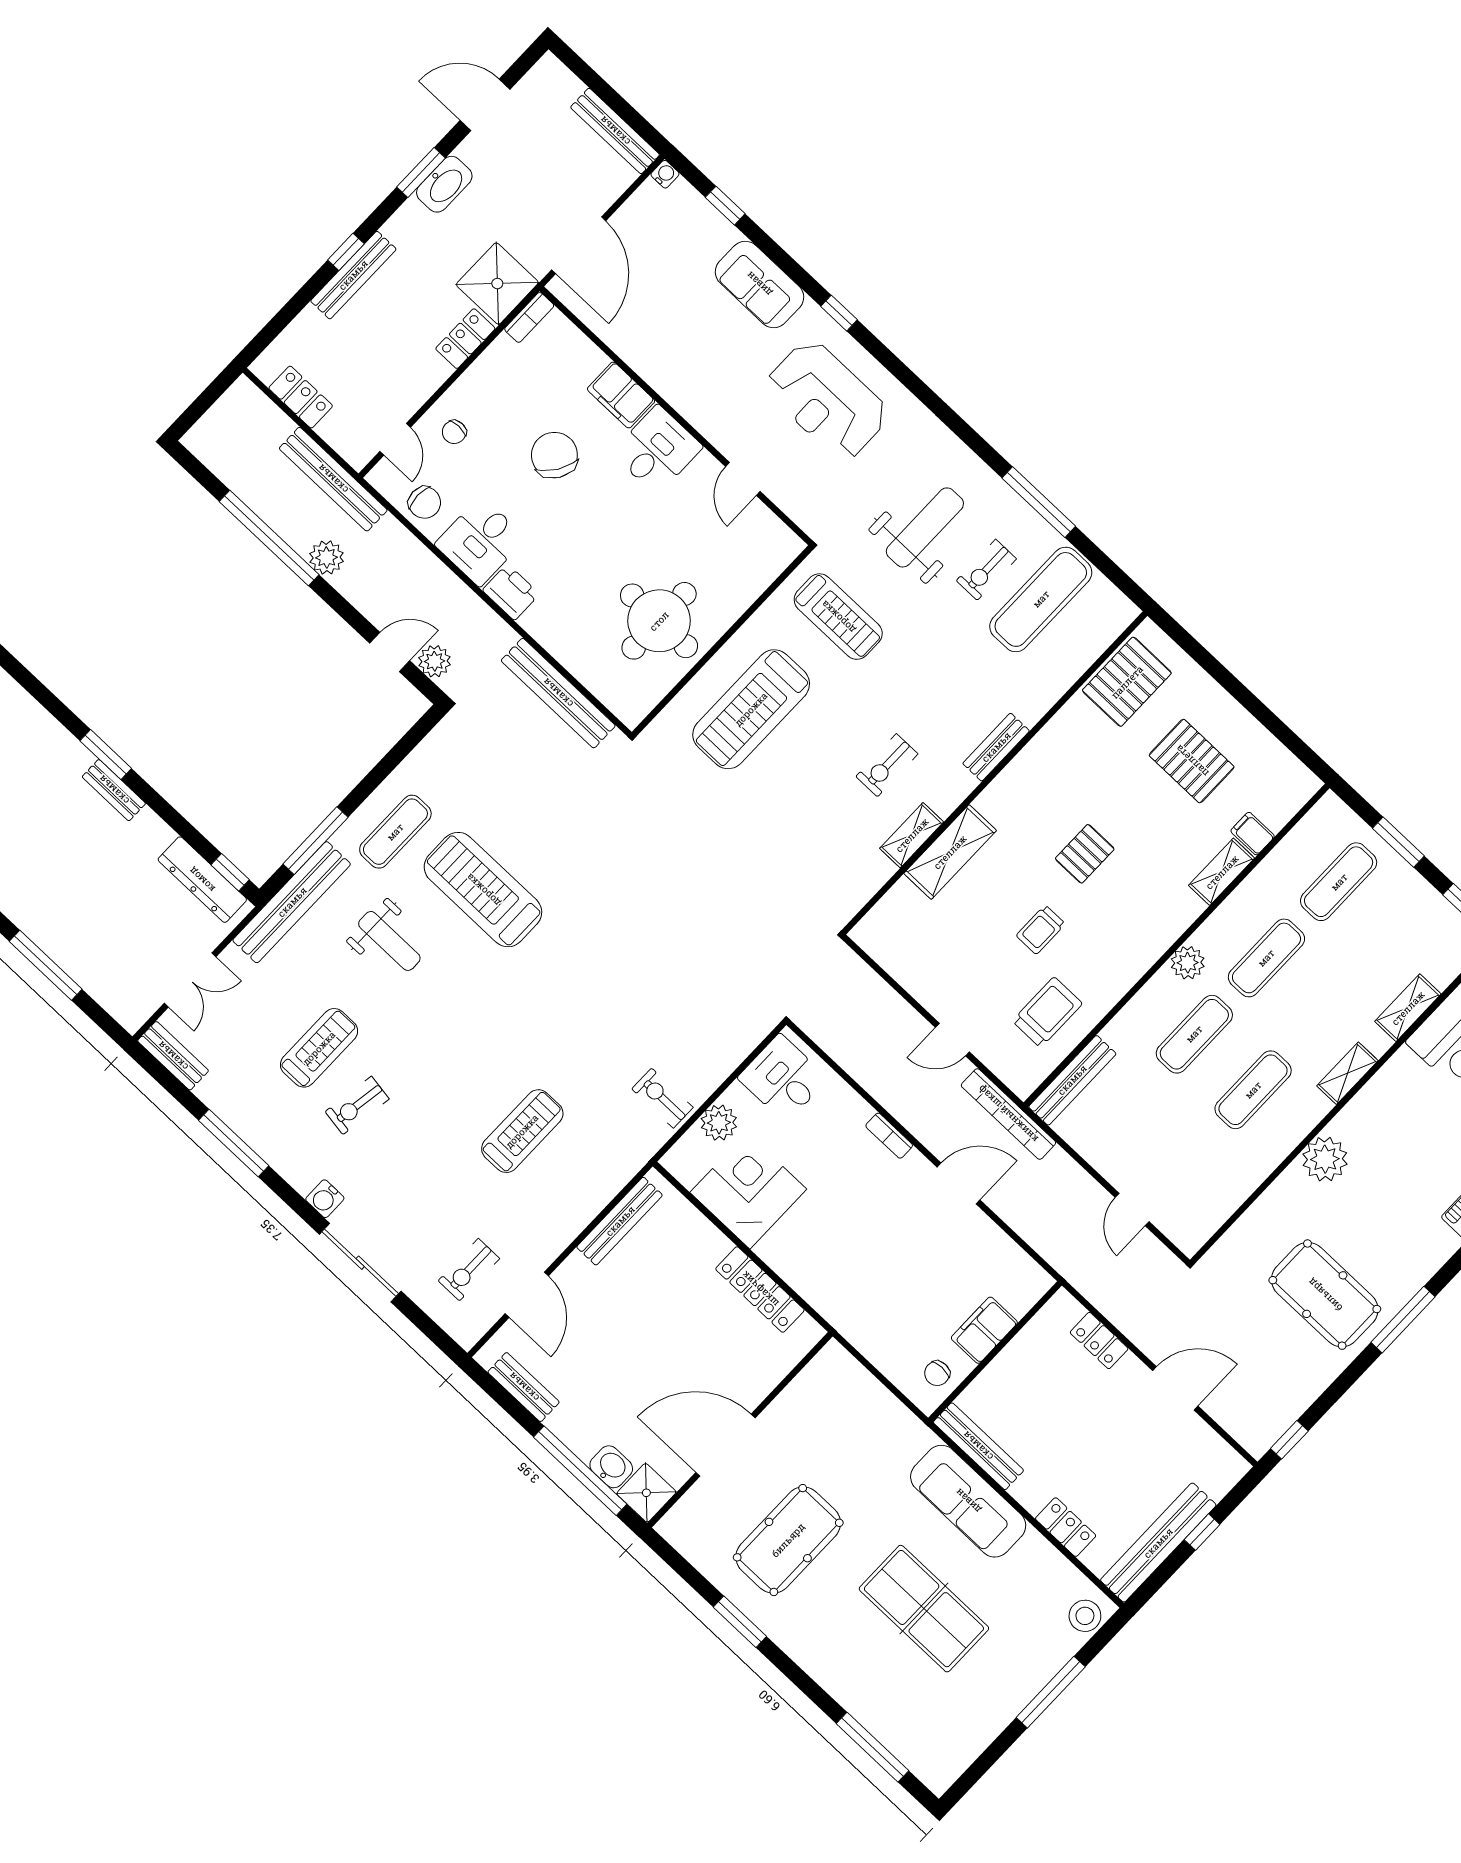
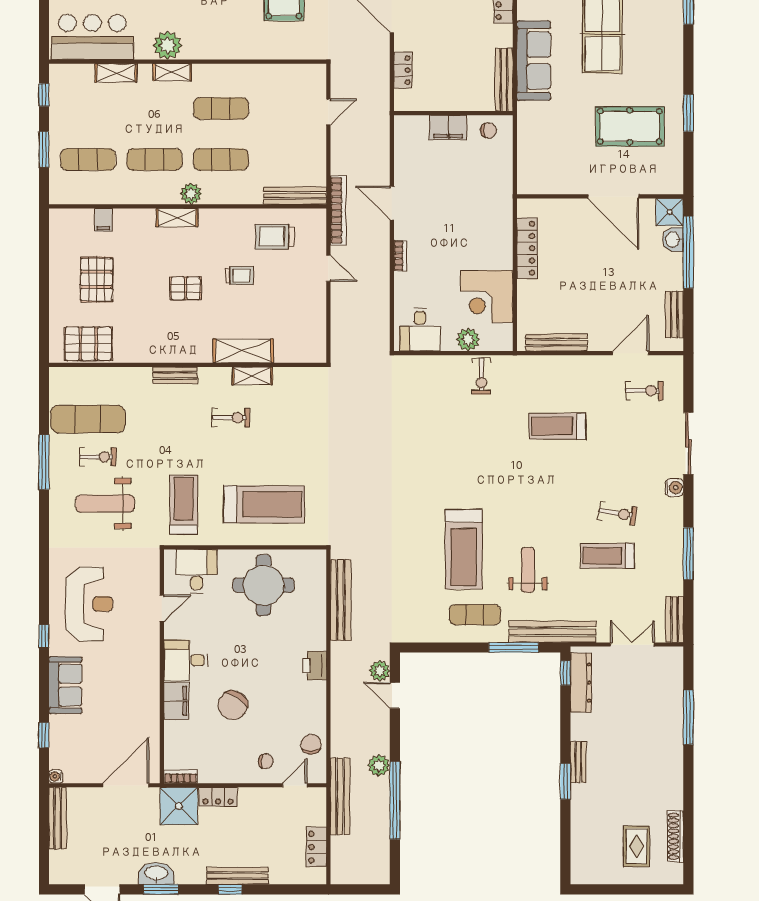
desk: (480, 541) -> (196, 571), moved, turned -90
shelving: (1222, 872) -> (177, 218), moved
plant: (1325, 1159) -> (167, 45), moved

